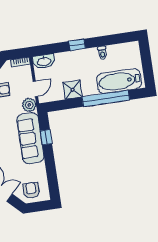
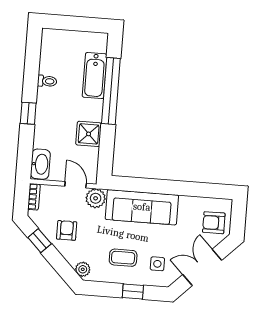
bathtub: (119, 81) -> (95, 76), width x0.73, depth x0.73
window: (46, 137) -> (146, 185), removed

